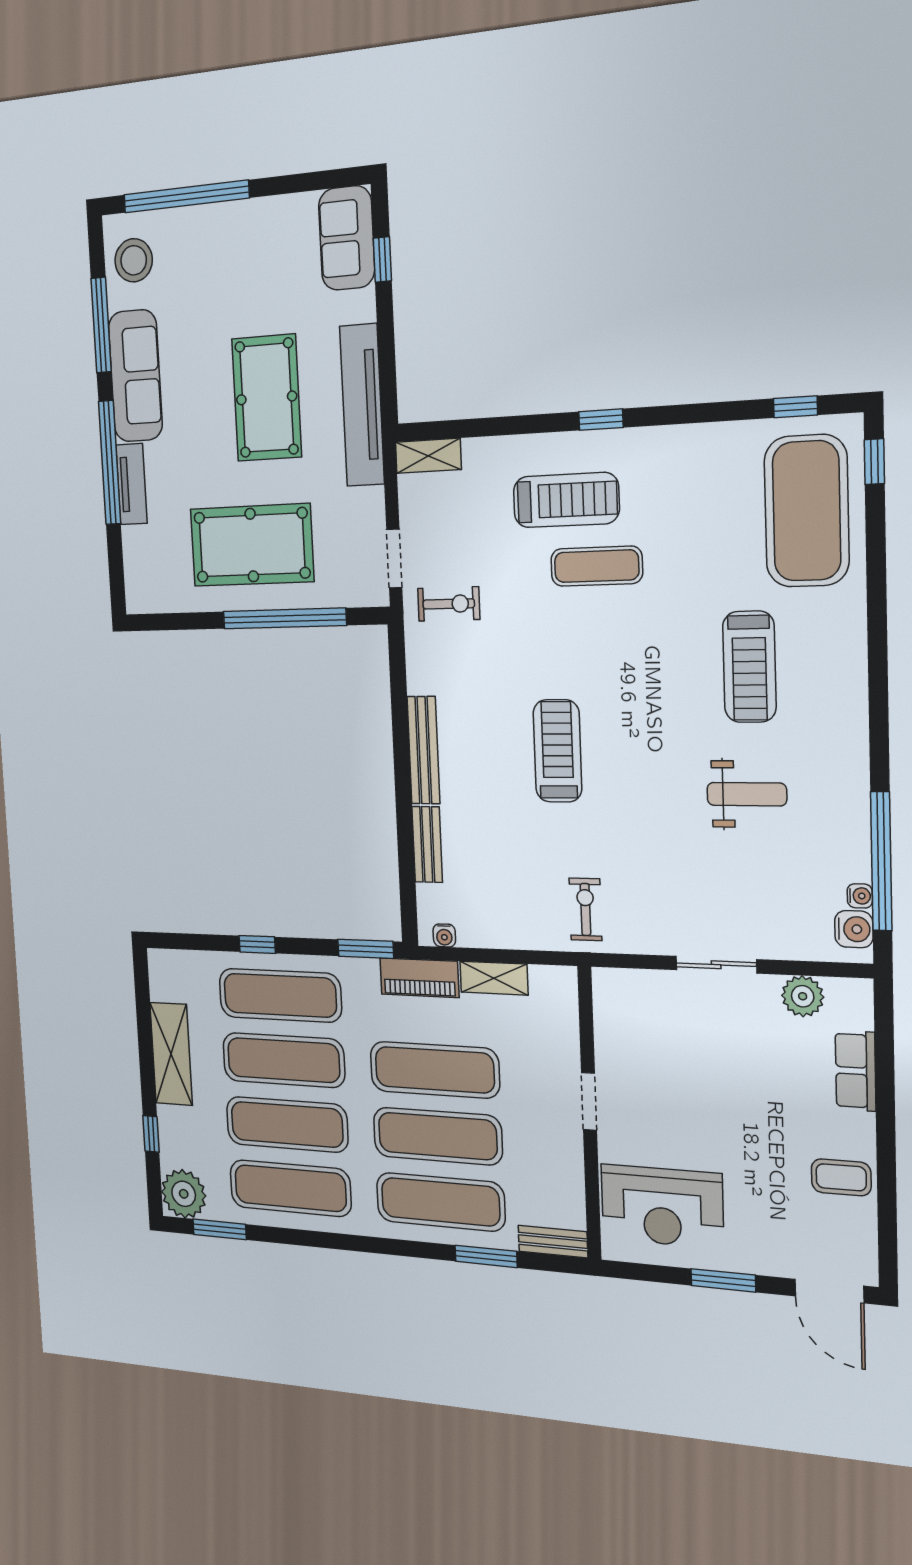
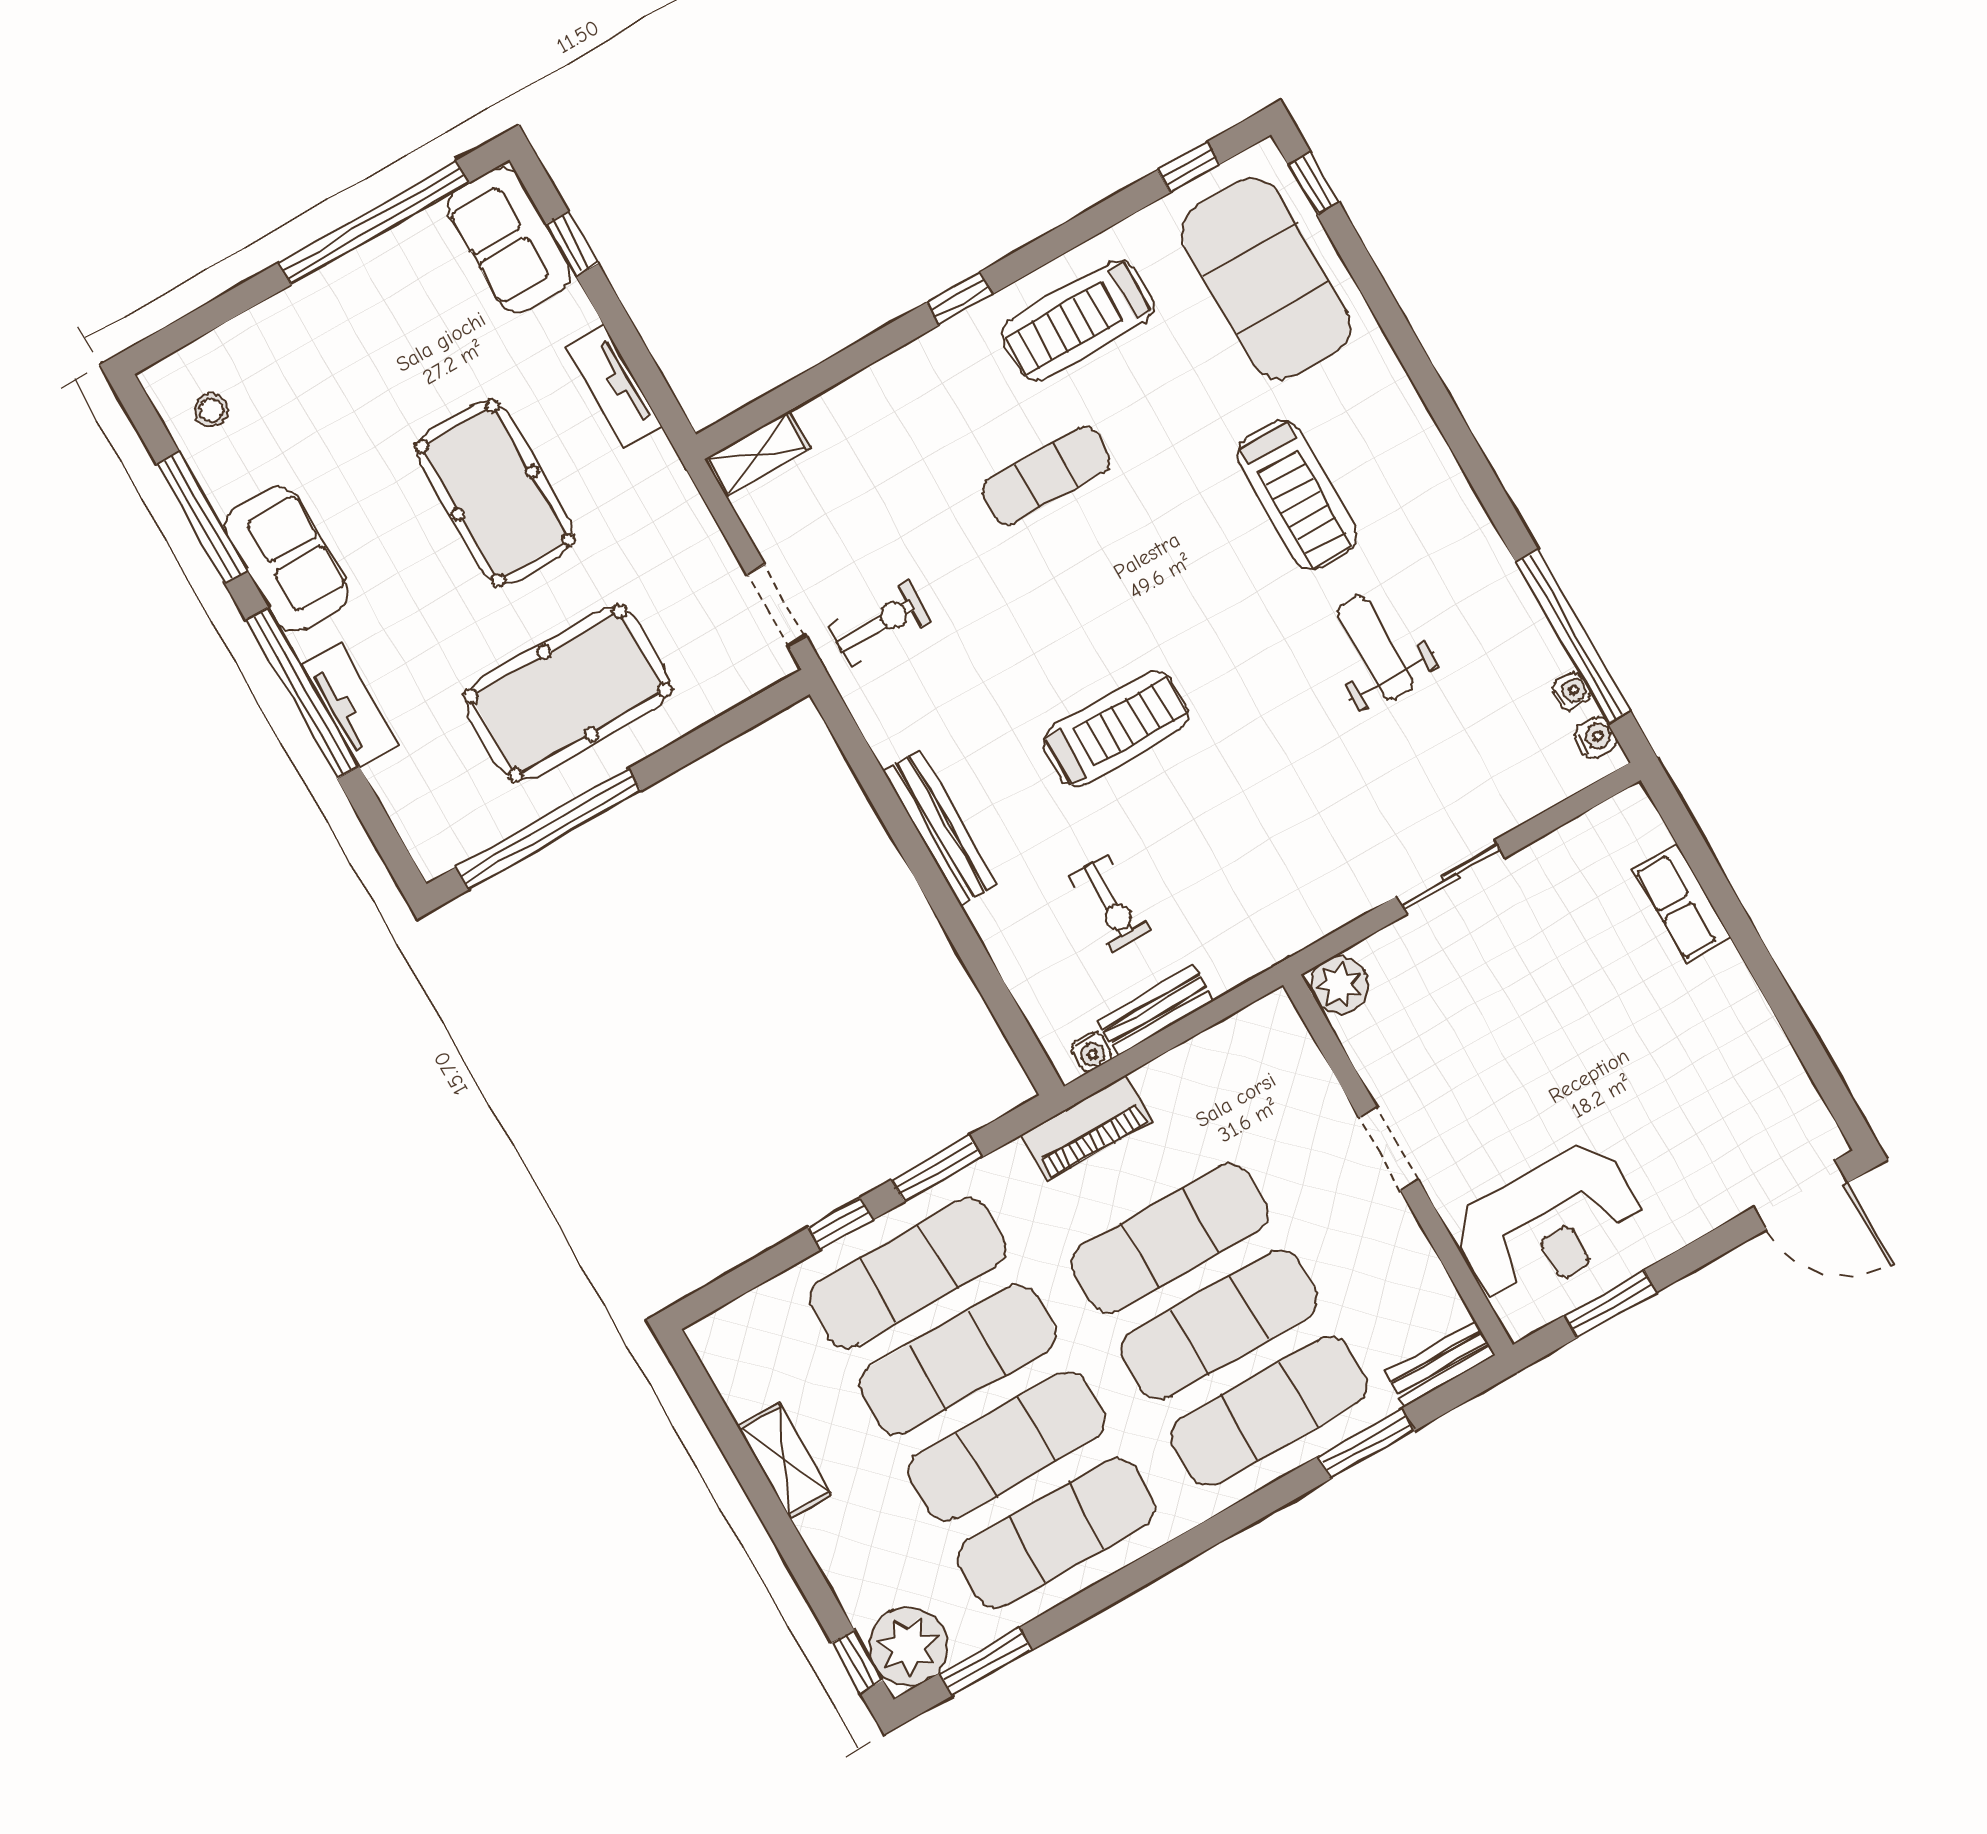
window: (186, 196) -> (374, 223), moved
stool: (134, 260) -> (211, 410), width x0.53, depth x0.53
sofa: (135, 376) -> (287, 559), width x0.73
tv unit: (362, 405) -> (614, 386), width x0.52, depth x0.78
treadmill: (566, 500) -> (1078, 321), moved, turned 180
window: (284, 618) -> (549, 829), moved
treadmill: (557, 751) -> (1116, 729), turned 90
weight bench: (747, 794) -> (1375, 648), turned -90
bench: (427, 844) -> (1155, 1010), moved, turned 90
exercise bike: (585, 909) -> (1110, 903), moved, turned 180
water cooler: (854, 929) -> (1596, 737), width x0.72, depth x0.72
window: (366, 949) -> (937, 1169), moved
shelving: (494, 978) -> (1185, 1067), removed
plant: (803, 996) -> (1339, 985), moved
shelving: (171, 1054) -> (784, 1461), width x0.67, depth x0.75
window: (151, 1134) -> (857, 1662), moved
coffee table: (841, 1177) -> (1737, 1044), removed
window: (723, 1280) -> (1610, 1304), moved

